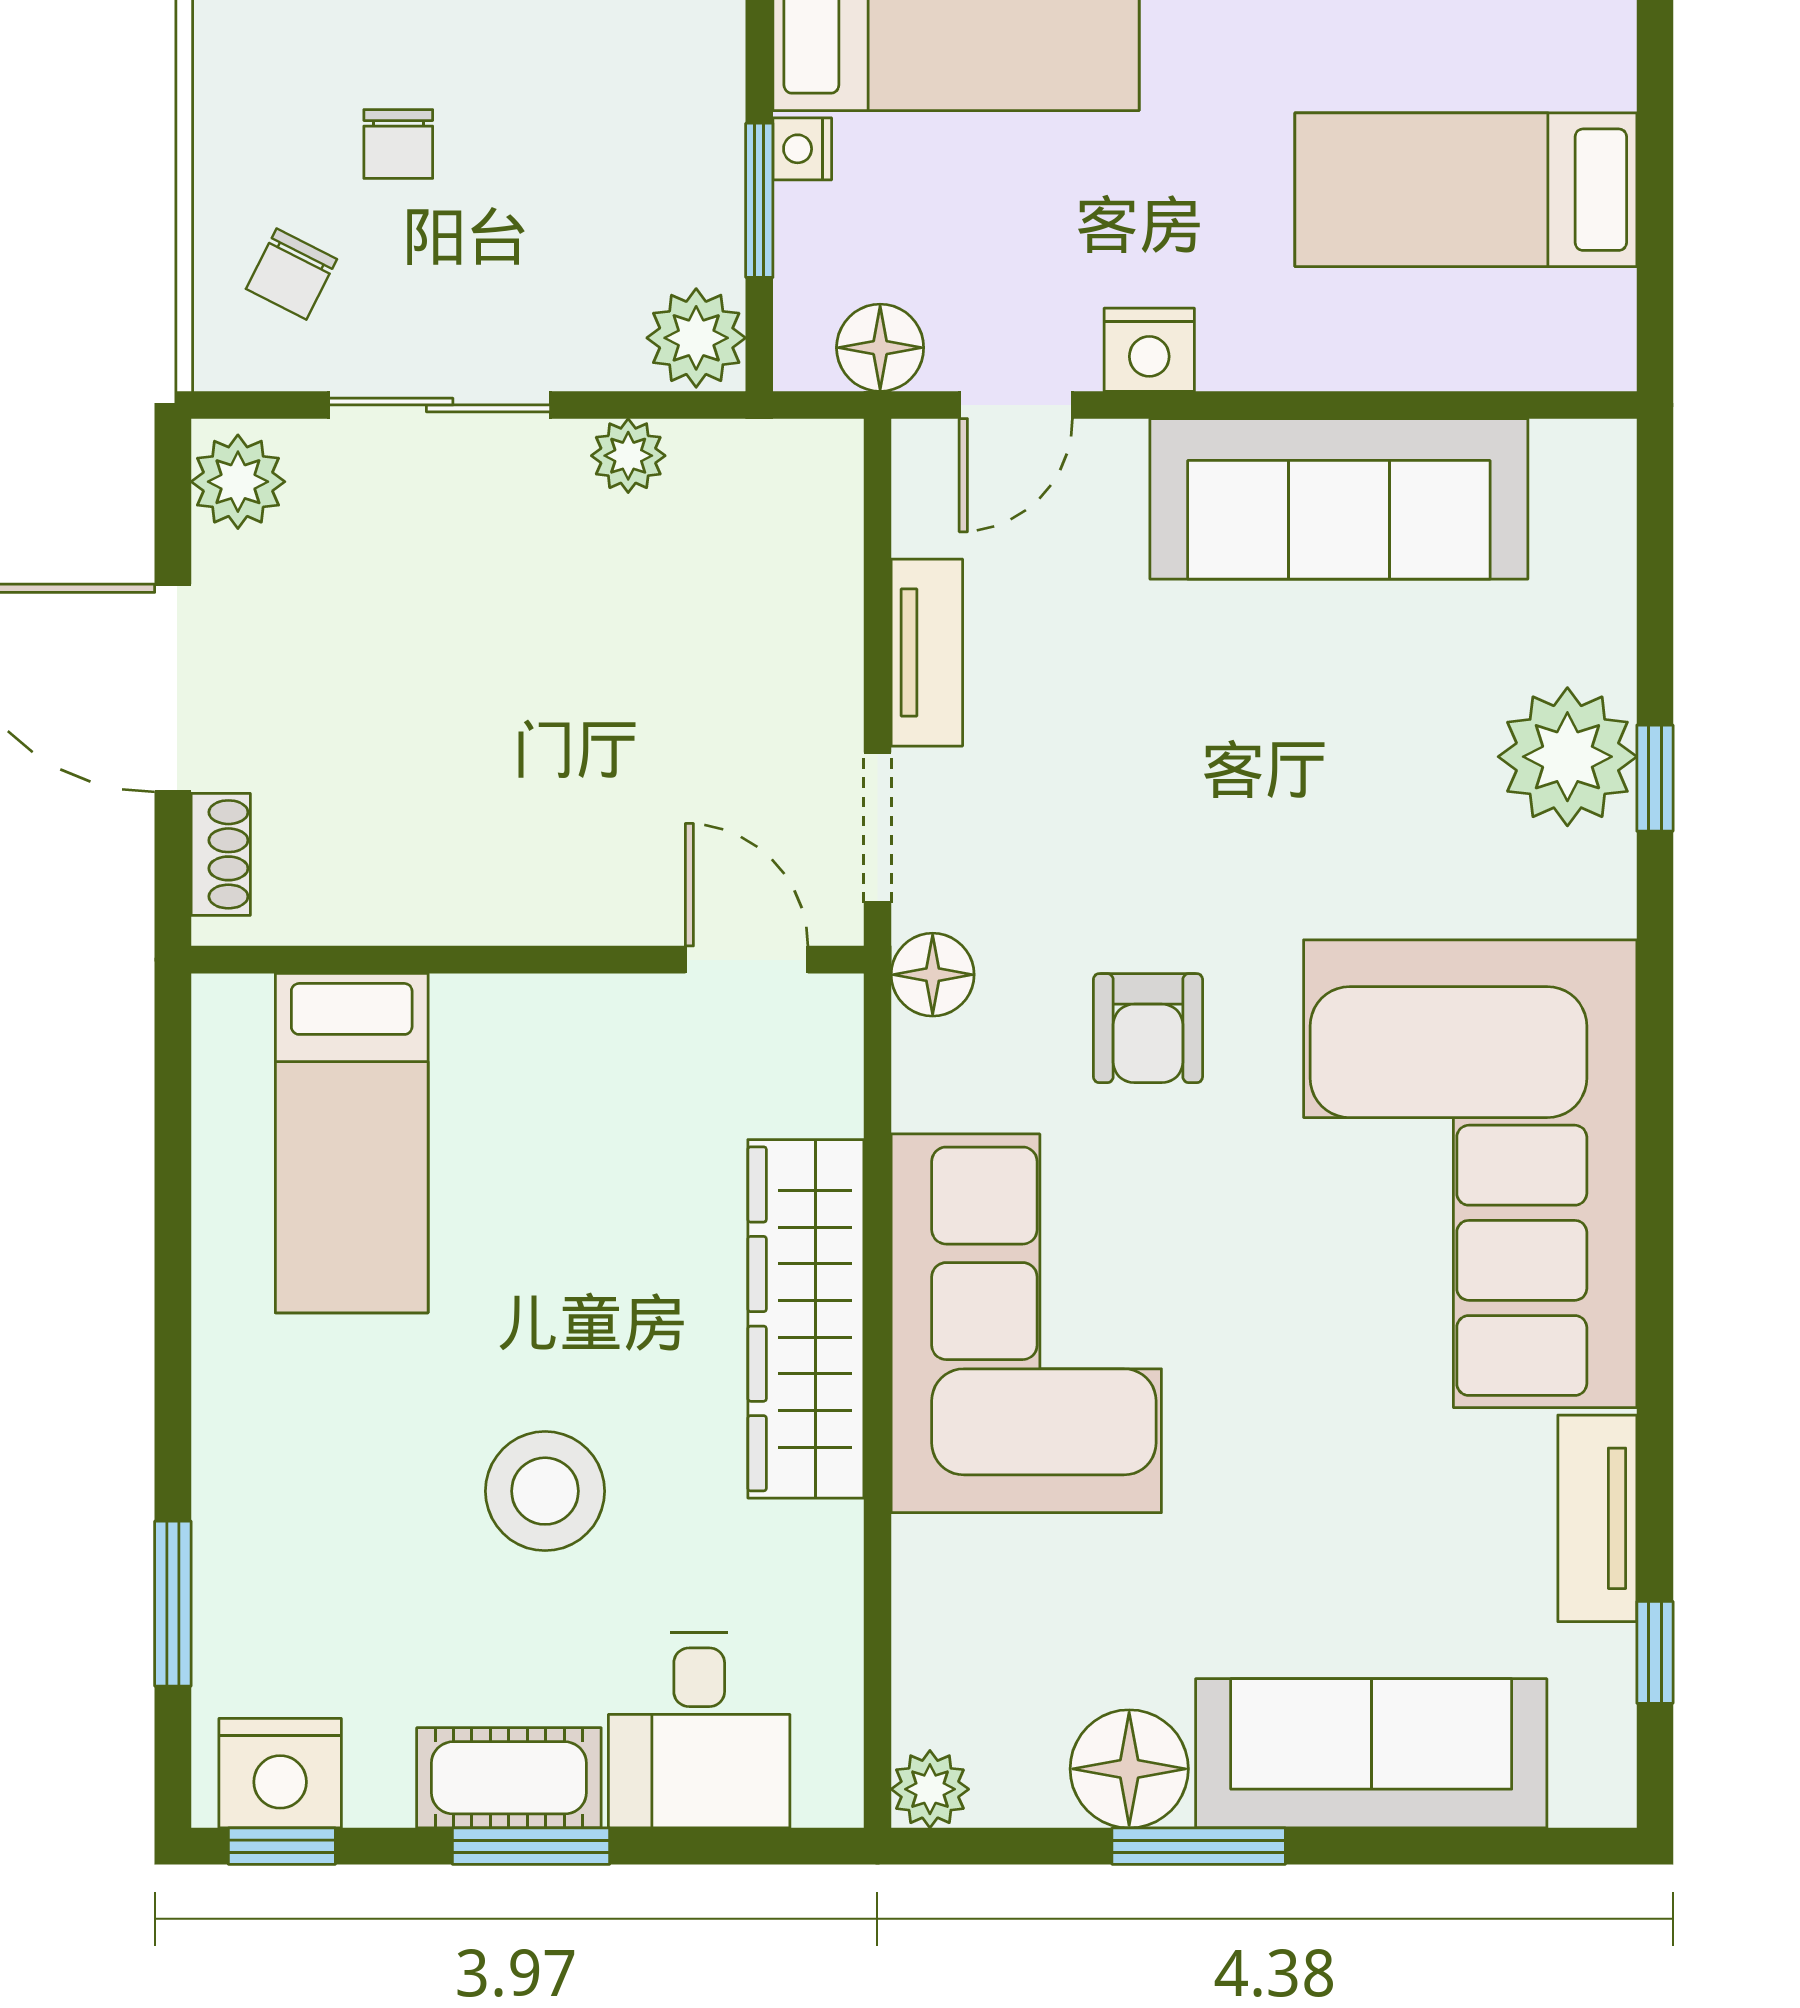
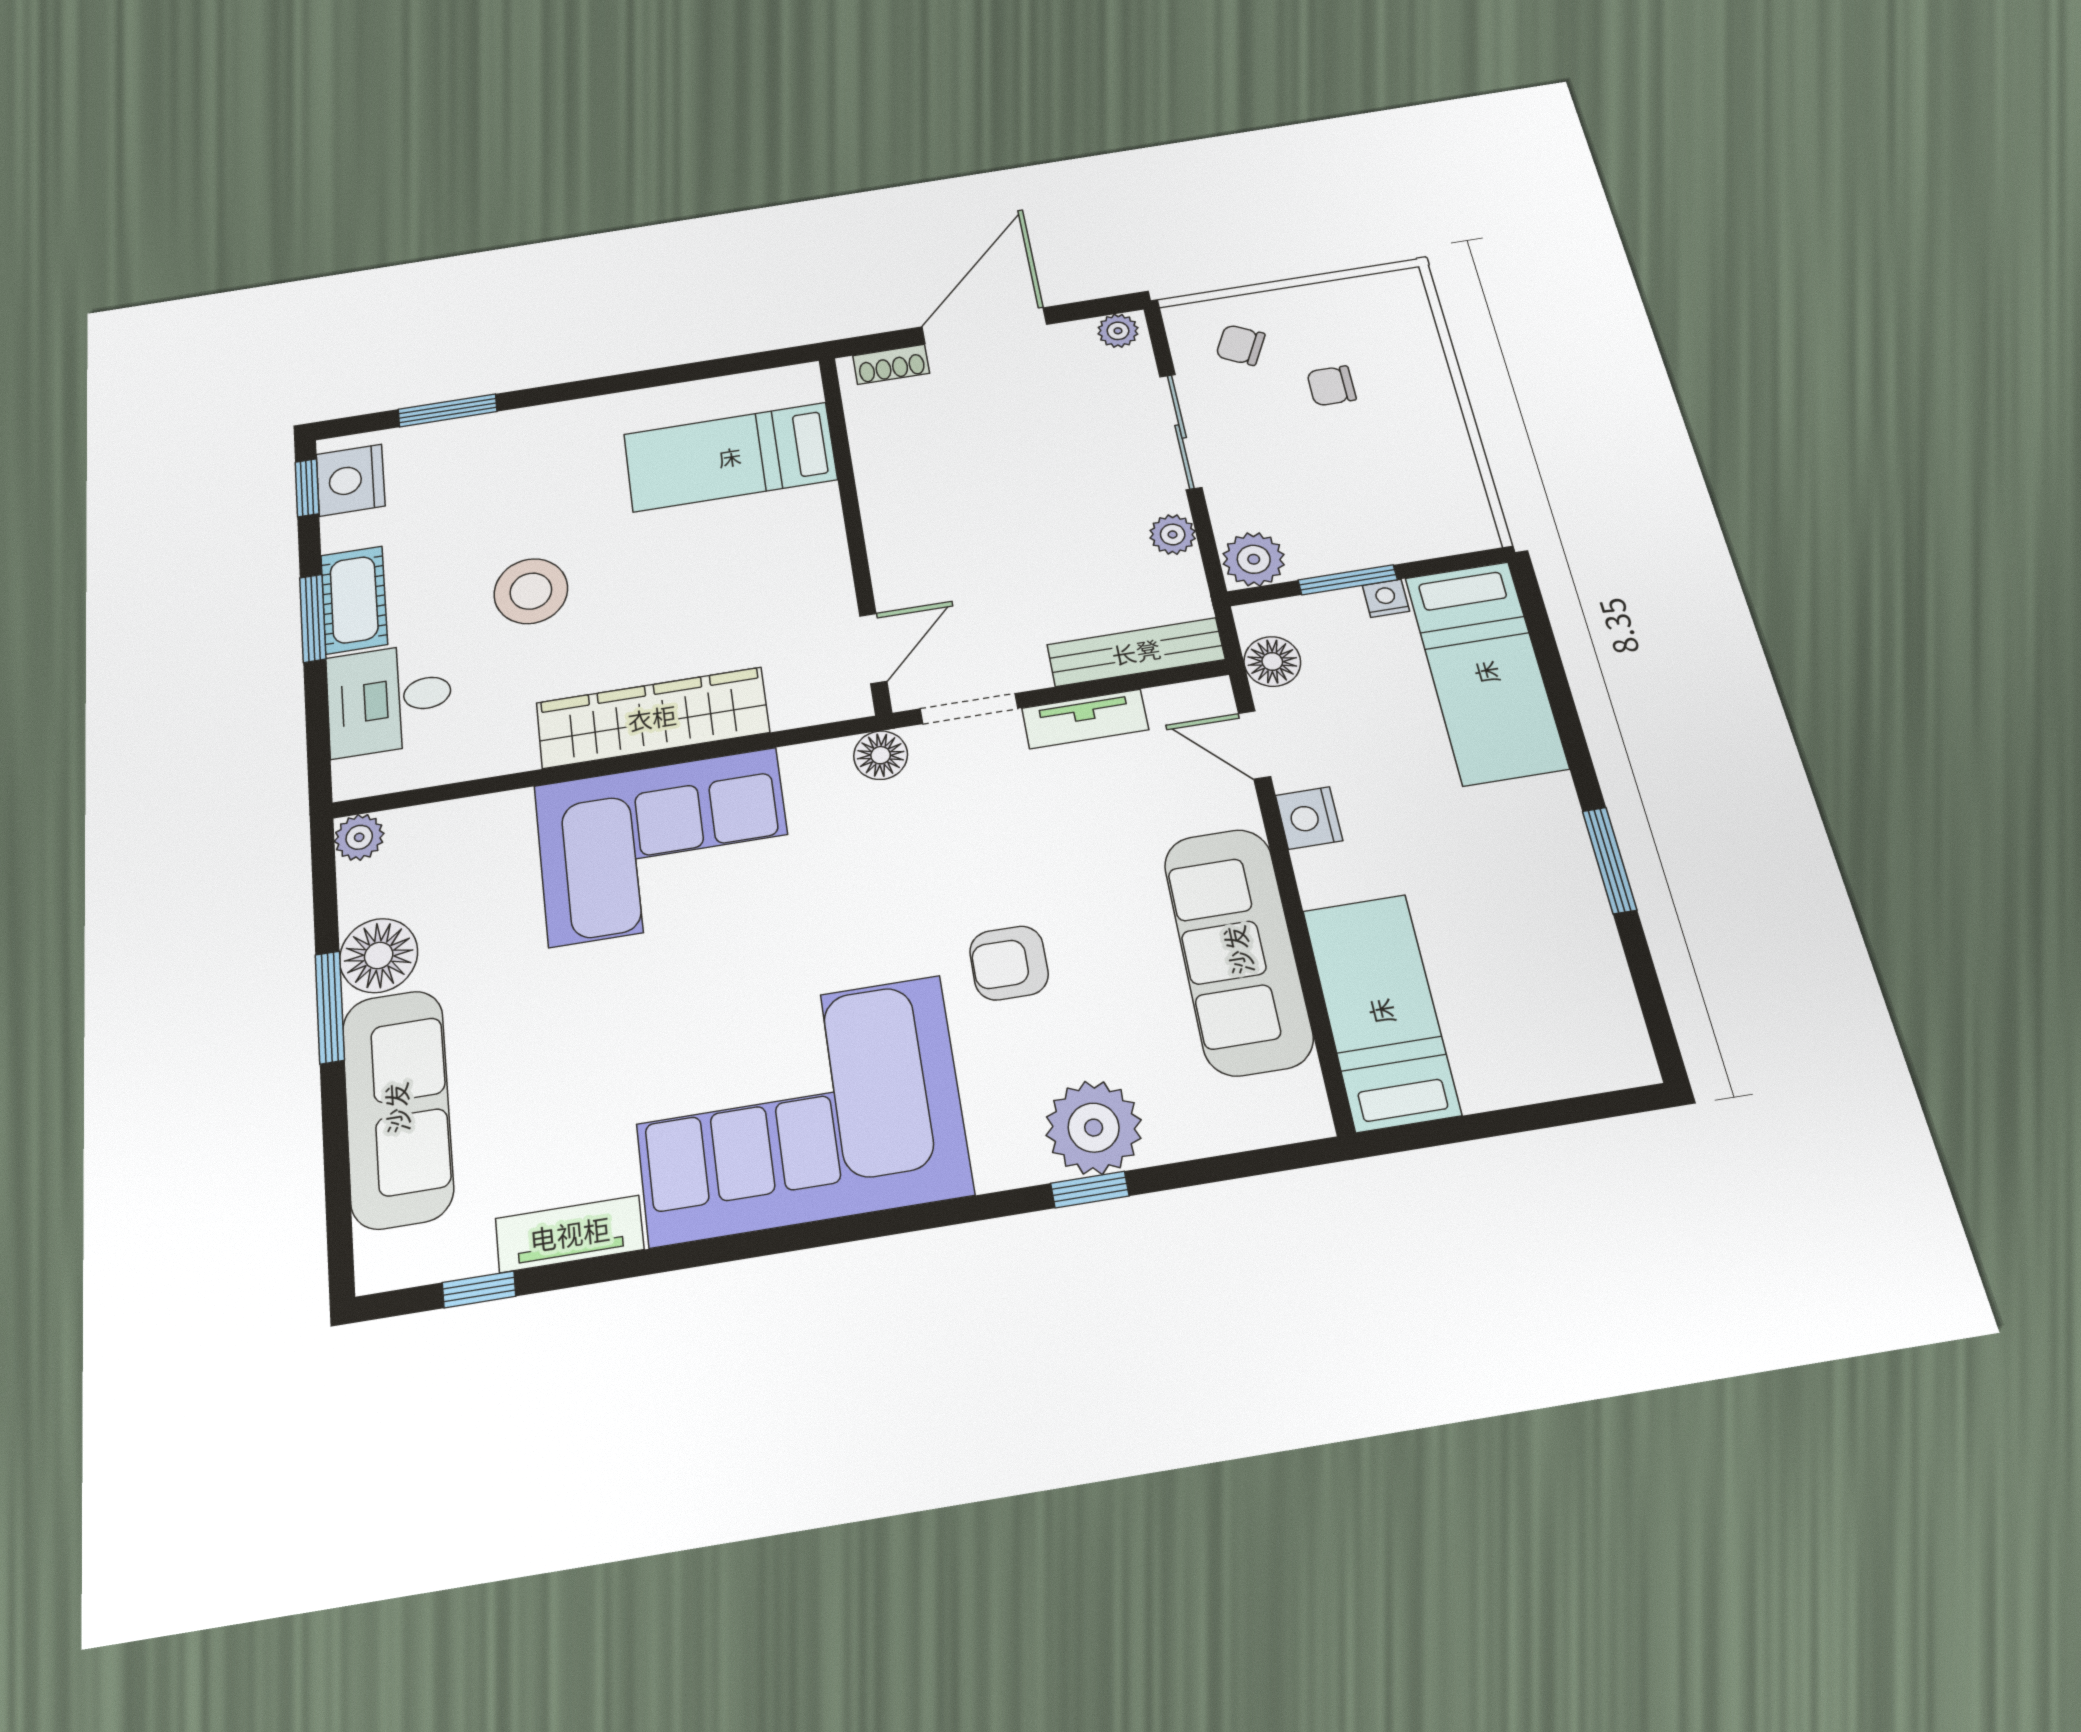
bed: (1466, 190) -> (1381, 1011), moved
plant: (238, 482) -> (1118, 331), width x0.73, depth x0.73
bench: (826, 553) -> (1136, 652), added
armchair: (1148, 1028) -> (1009, 963), moved

